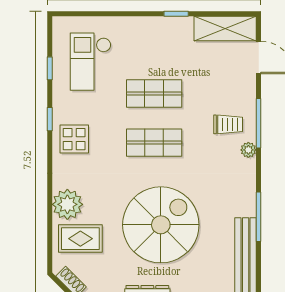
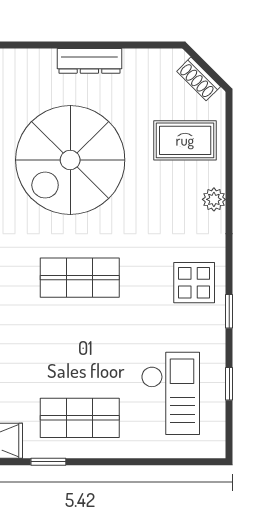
shop shelf: (154, 94) -> (80, 418), moved
plant: (67, 204) -> (214, 199), width x0.53, depth x0.53

